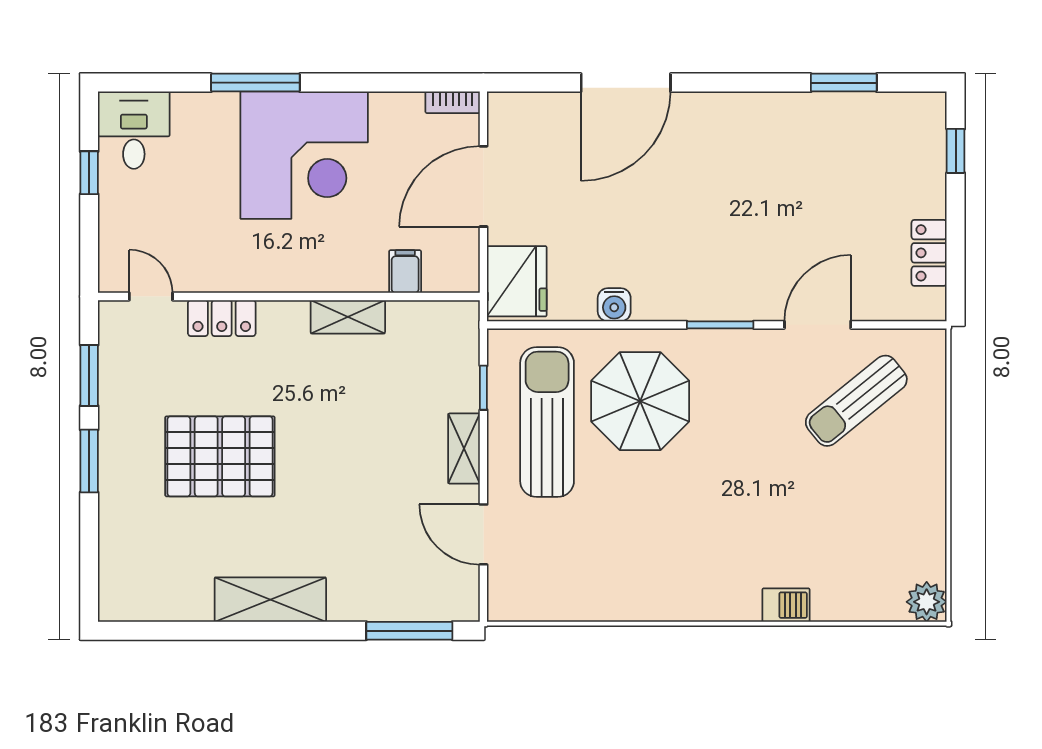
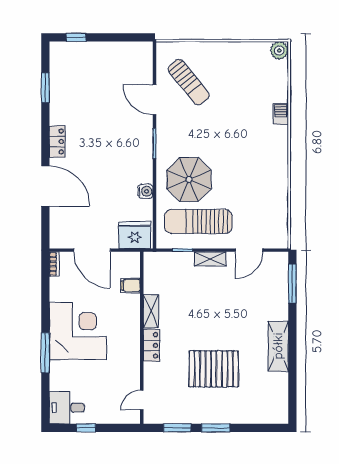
locker: (929, 253) -> (57, 142), moved, turned -90
locker: (222, 318) -> (151, 345), moved
pallet: (220, 456) -> (214, 369), turned 90

